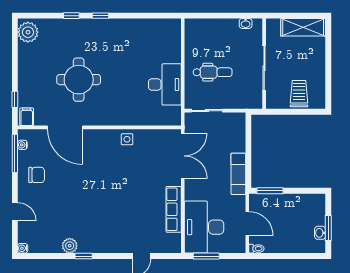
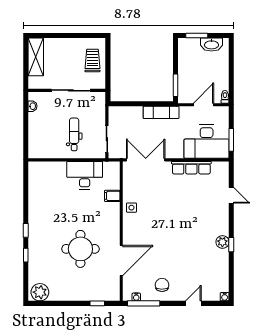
trolley: (299, 94) -> (92, 60), turned 90
filing cabinet: (27, 117) -> (112, 196), moved
window: (328, 228) -> (197, 35), moved
washbasin: (320, 233) -> (211, 45), width x1.91, depth x1.45
plant: (70, 246) -> (222, 242), moved

